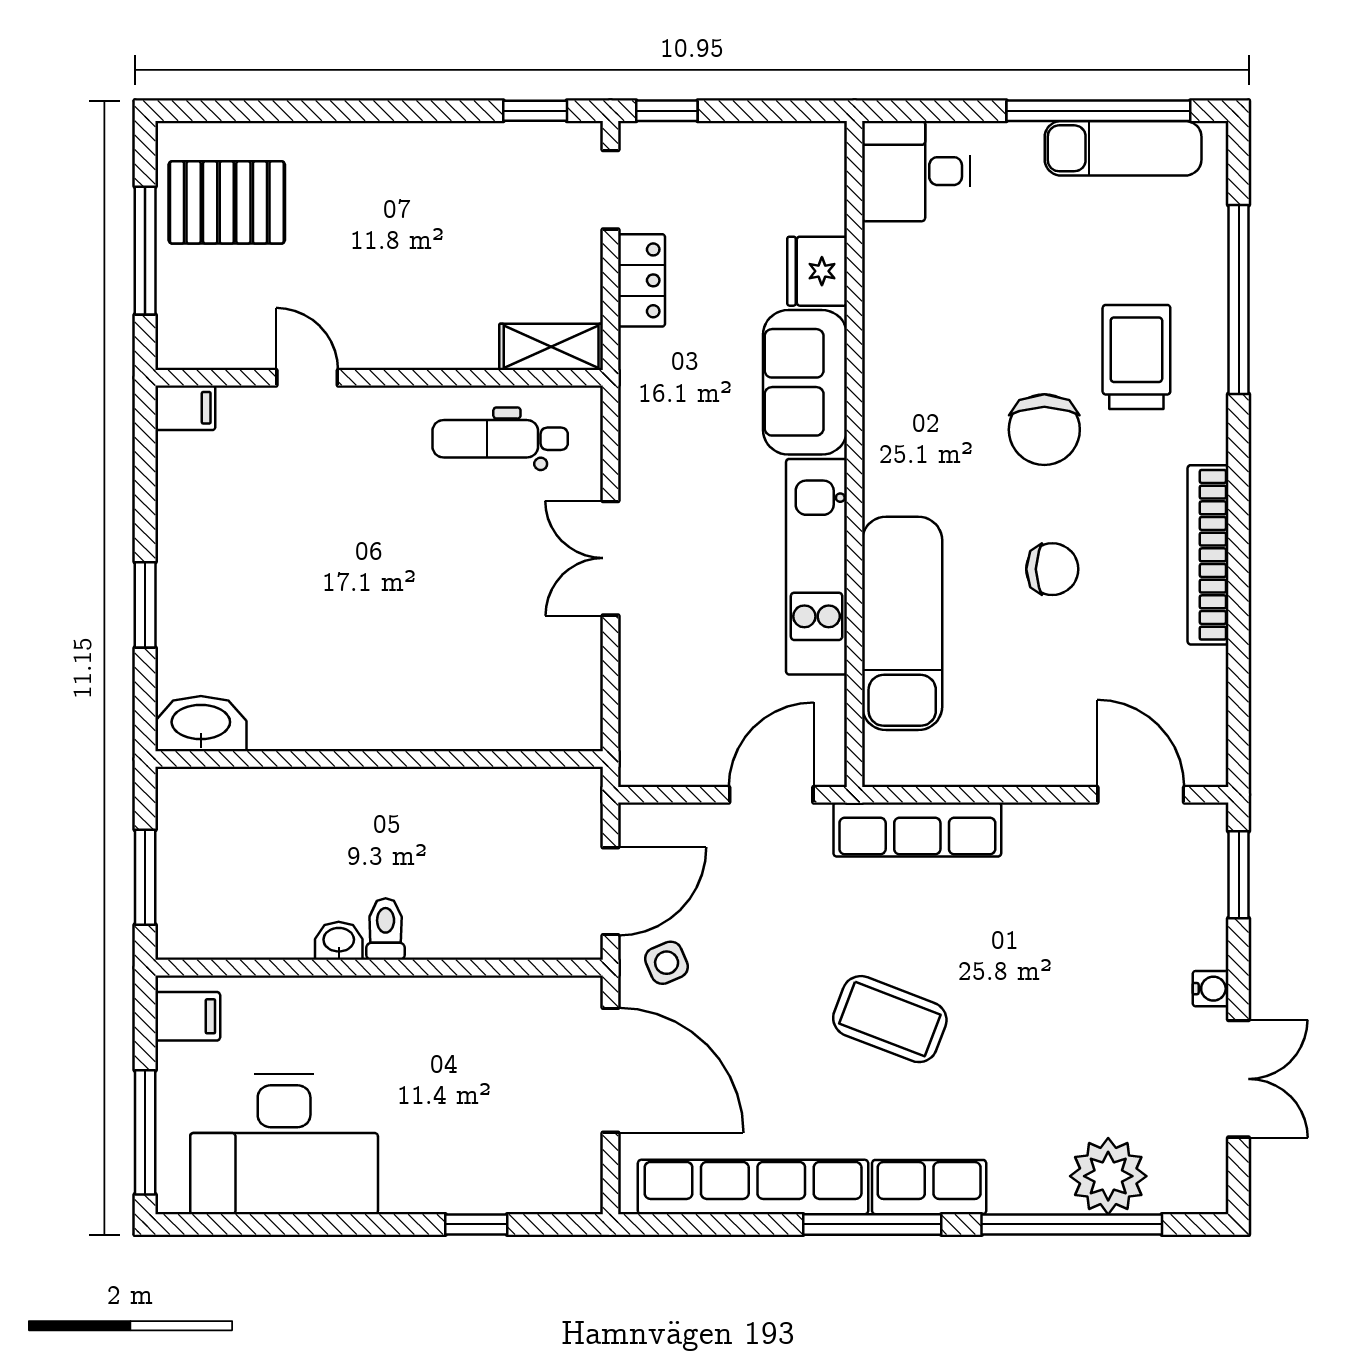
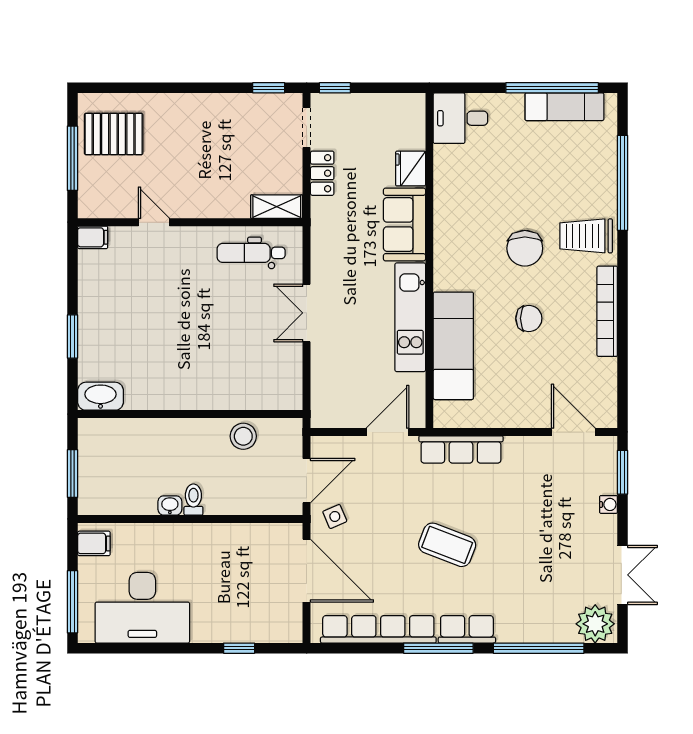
trolley: (1136, 357) -> (586, 236), moved, turned -90
stool: (485, 803) -> (243, 436), added
water cooler: (1211, 989) -> (608, 504), moved
plant: (1108, 1176) -> (595, 624), moved

